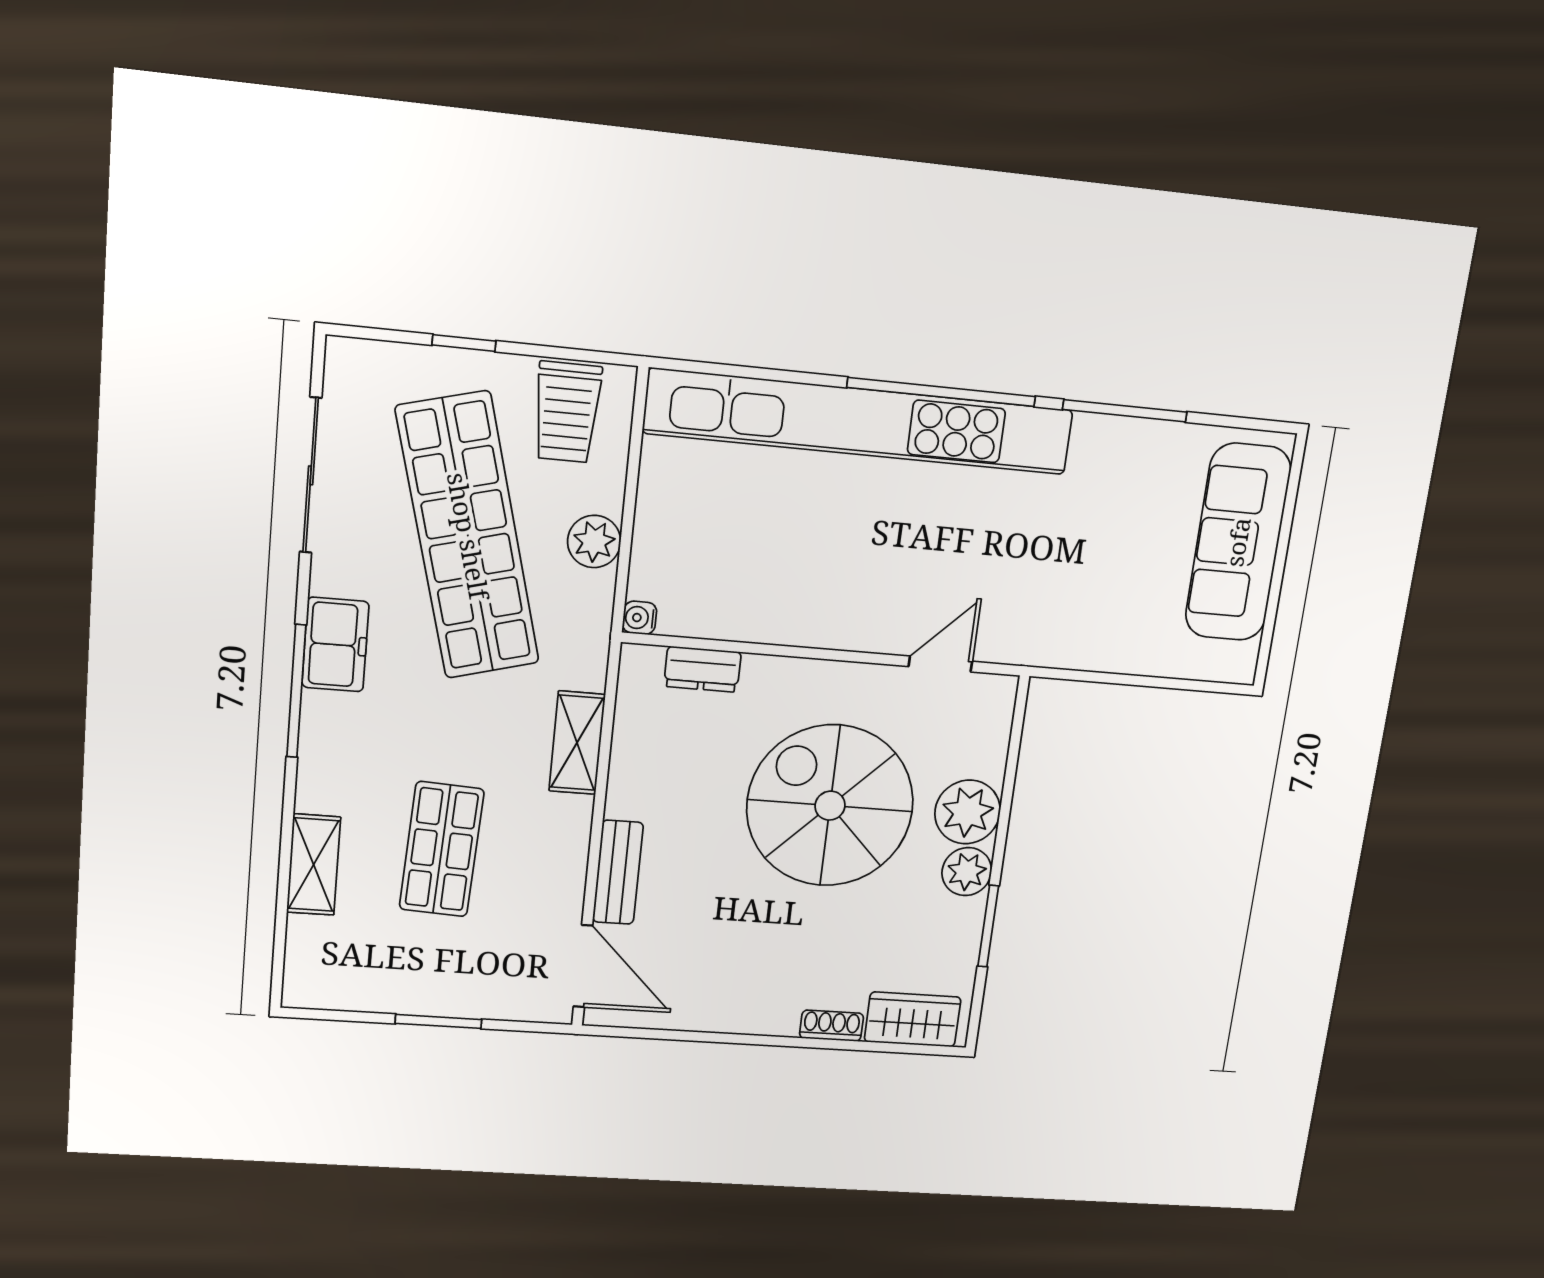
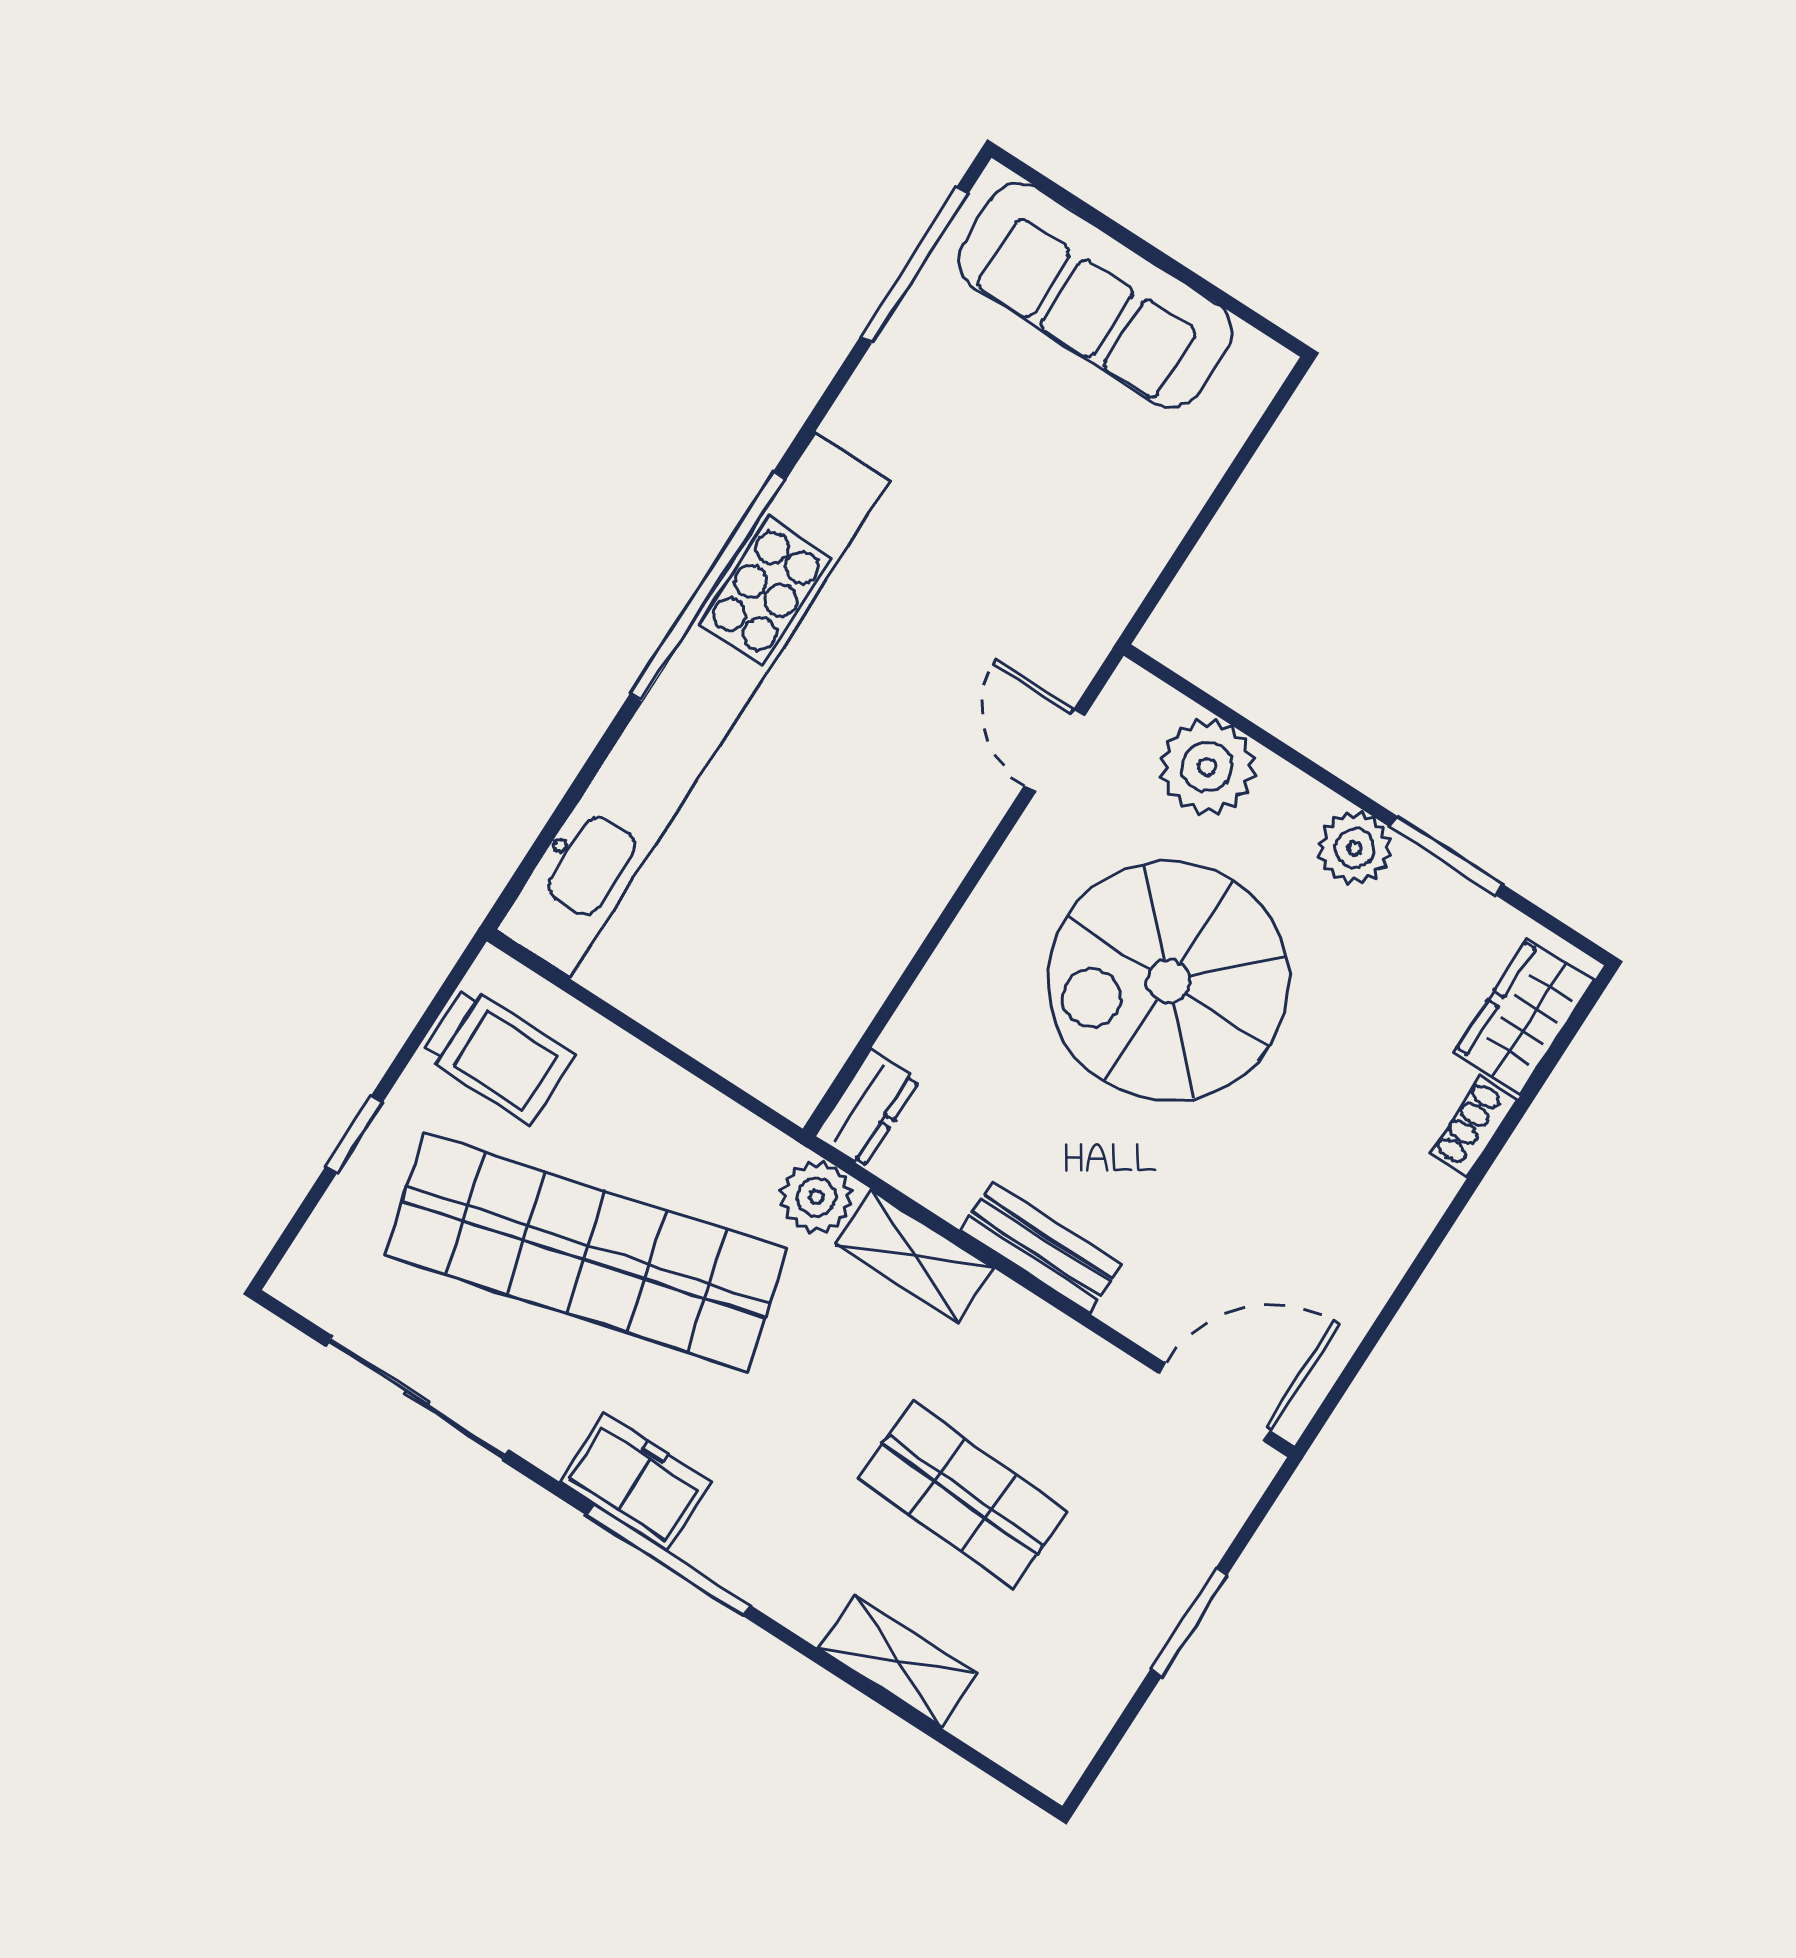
window: (1125, 411) -> (914, 265), moved
plant: (594, 542) -> (816, 1197), moved
water cooler: (640, 618) -> (796, 1097), removed
dresser: (702, 669) -> (867, 1108), moved
plant: (968, 812) -> (1207, 767), moved
bench: (618, 872) -> (1041, 1248), moved

